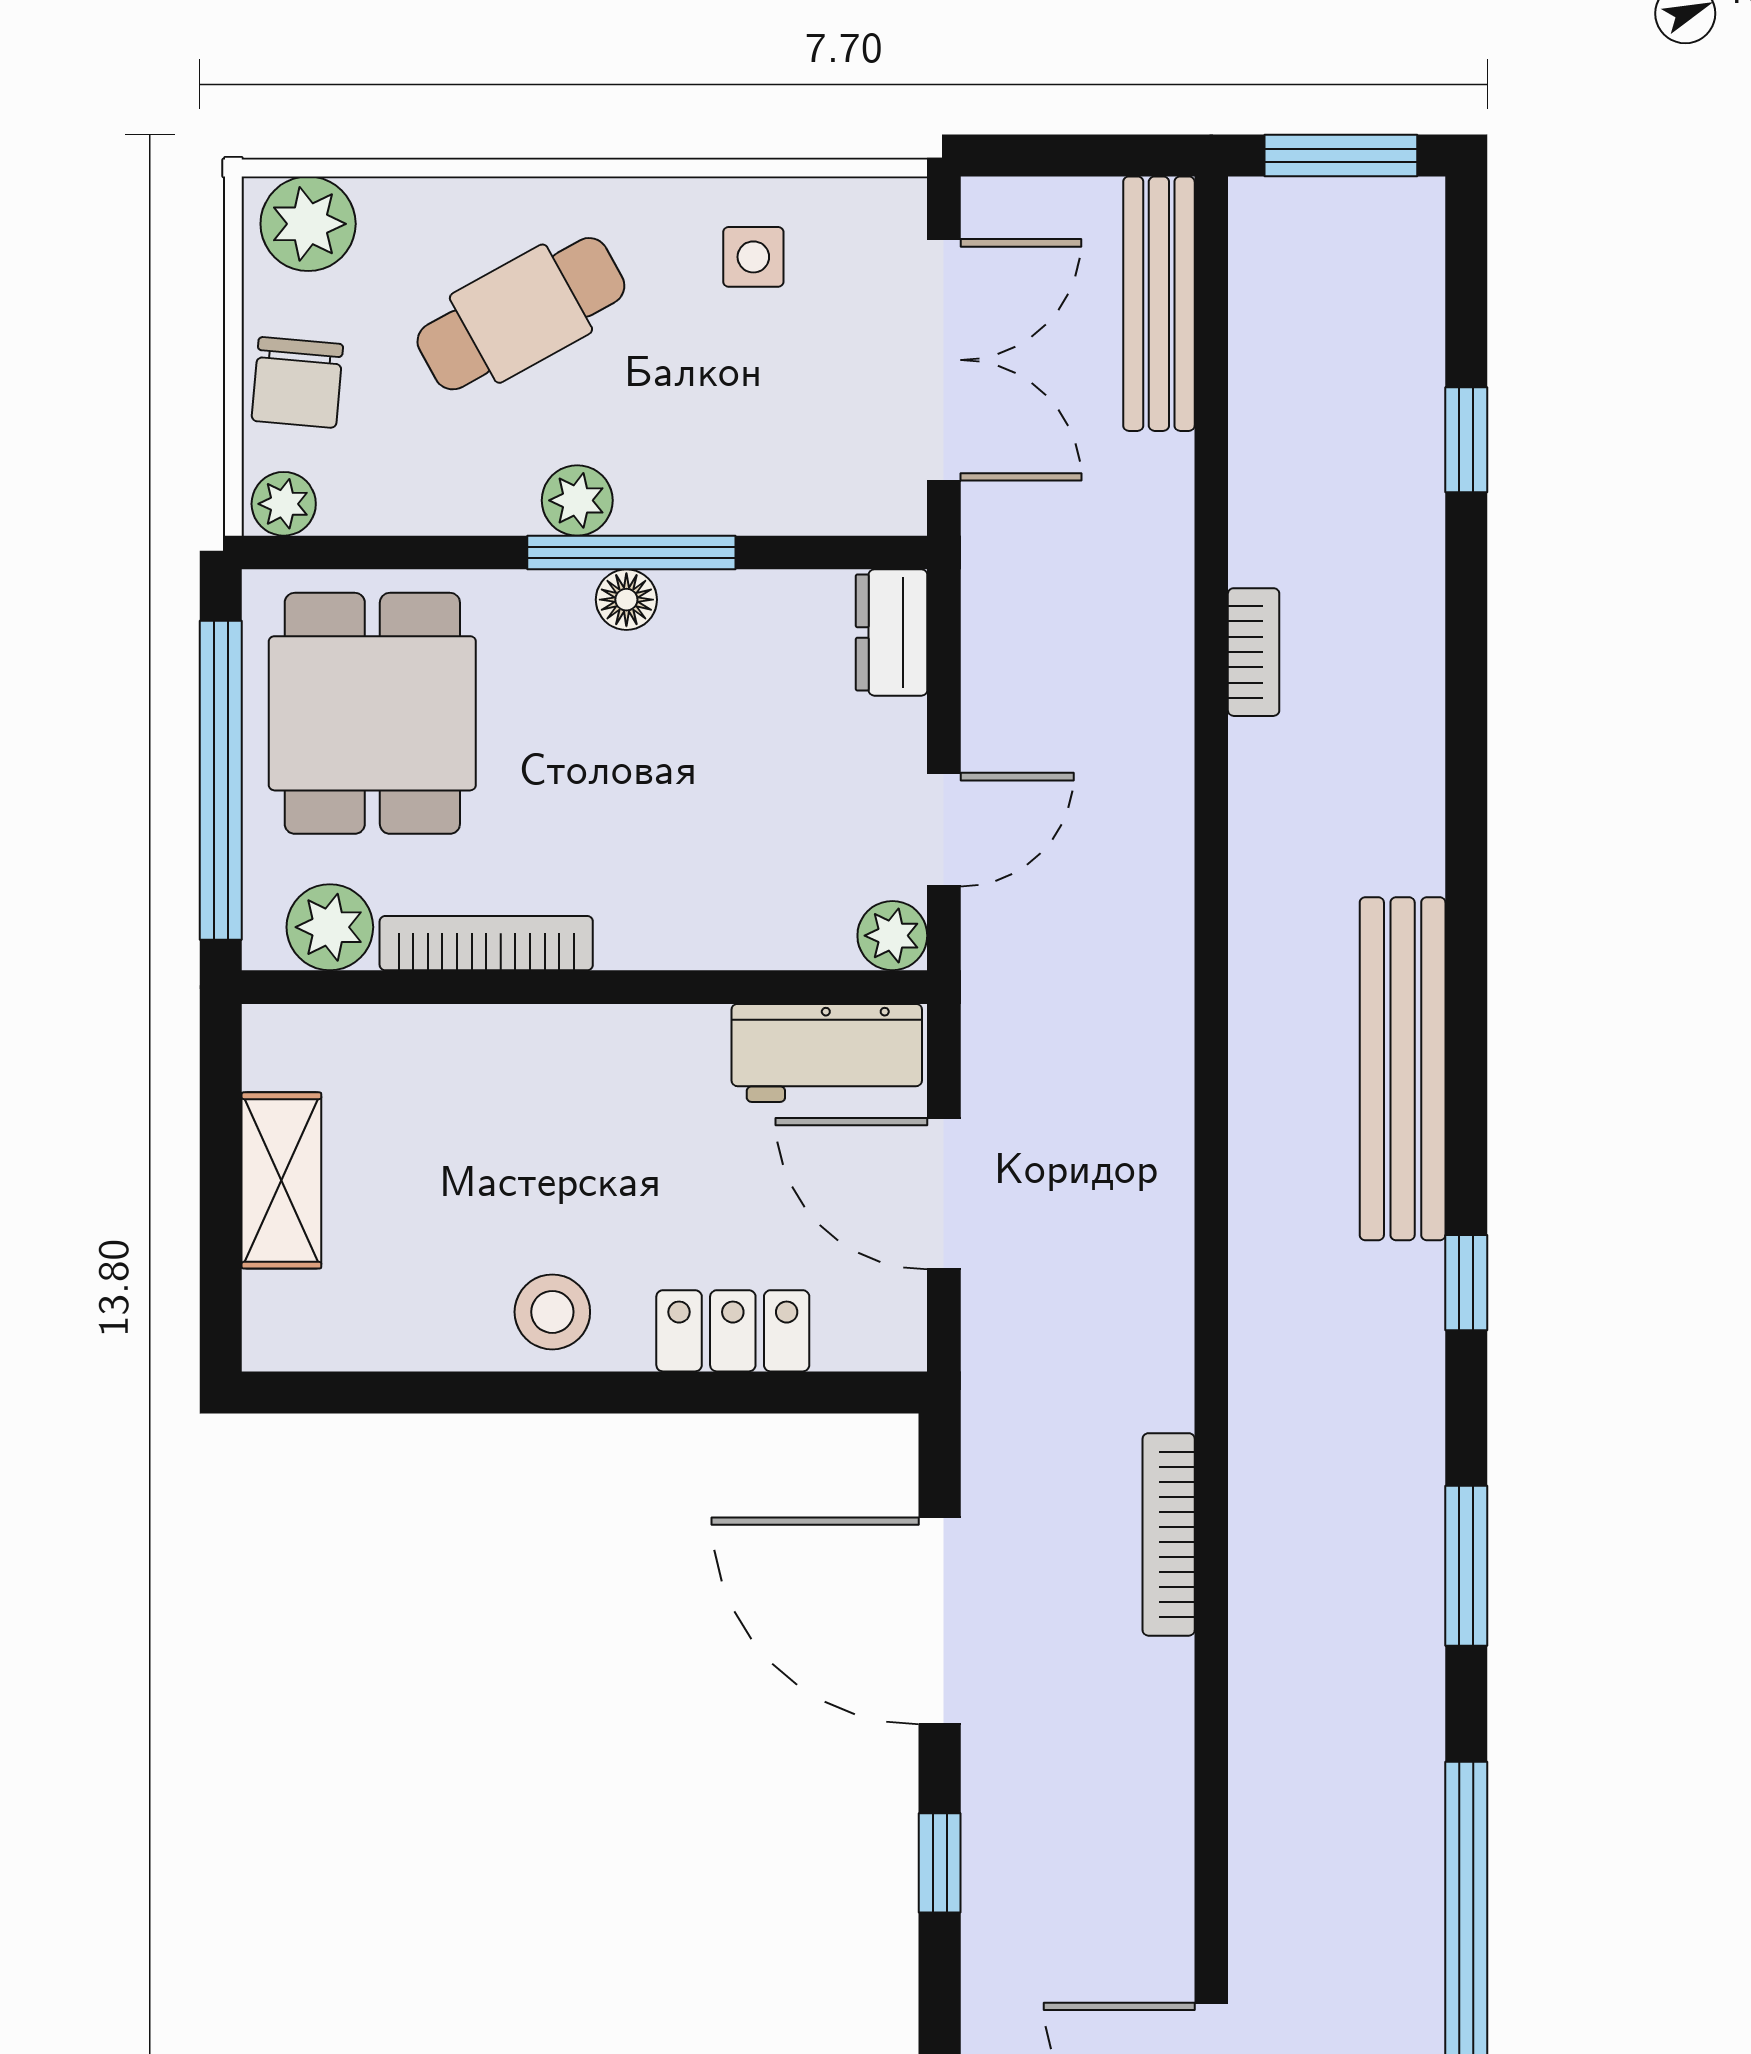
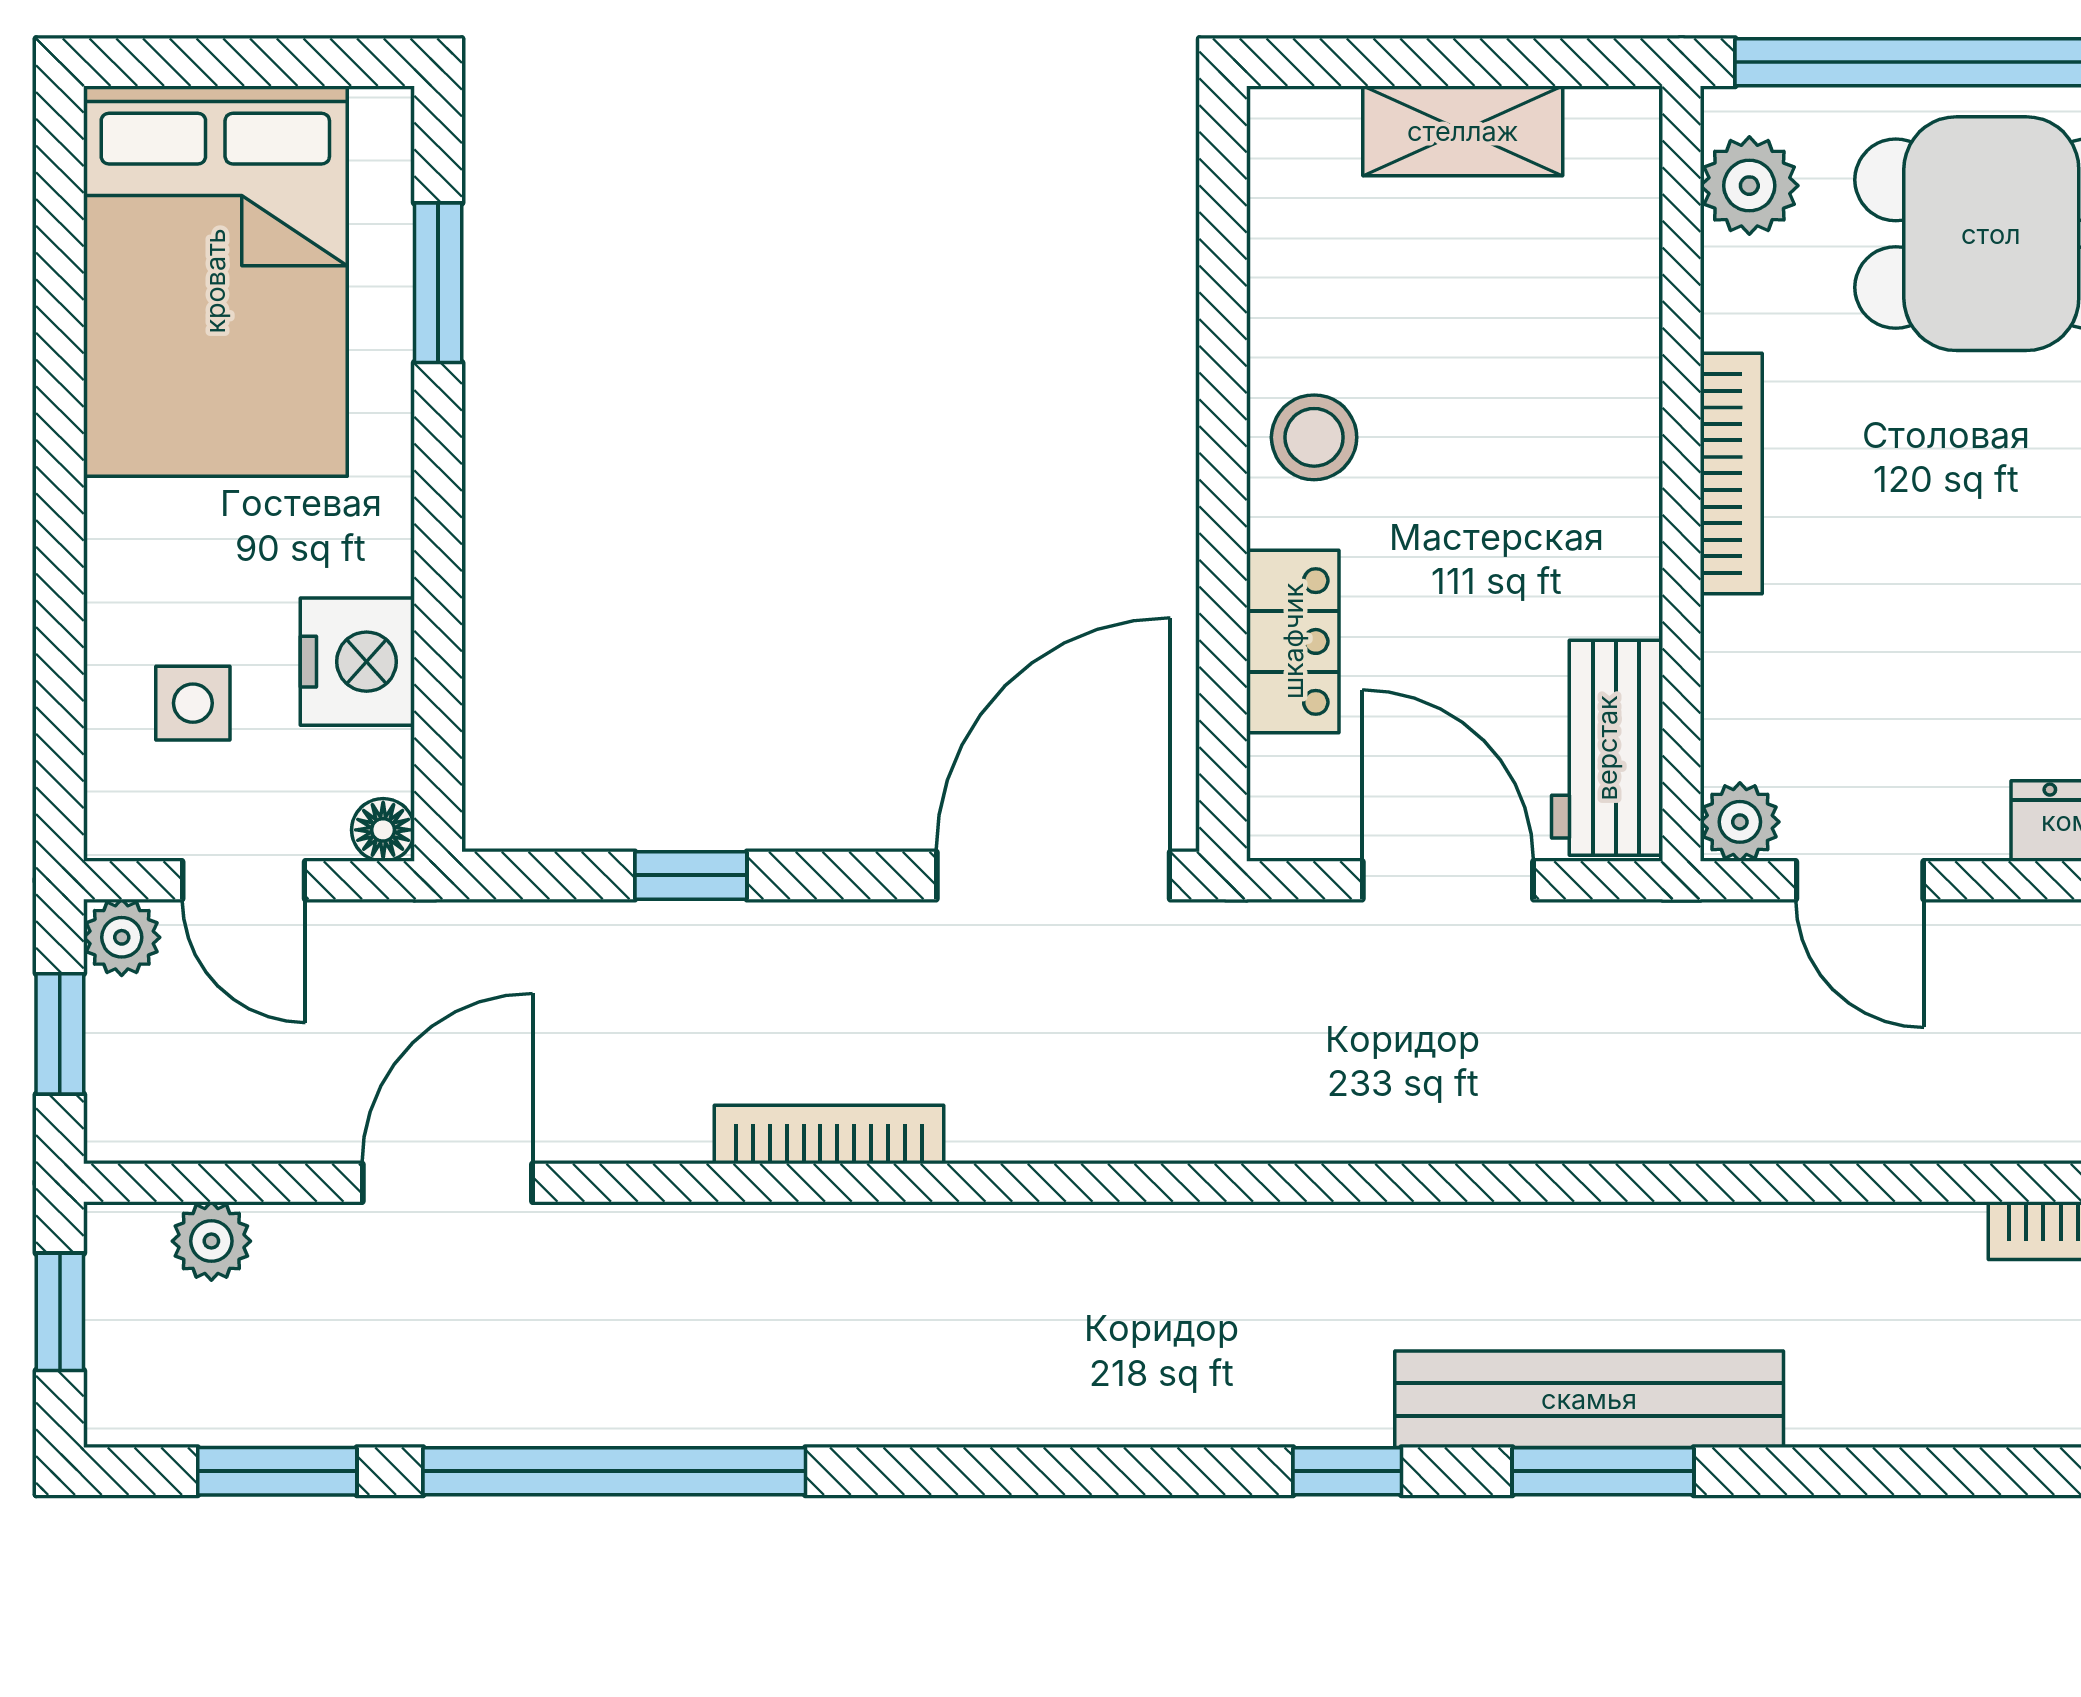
bookcase: (486, 943) -> (1731, 473), moved
door: (944, 1194) -> (1448, 880), hinge flipped
bookcase: (1169, 1534) -> (829, 1135), moved
window: (1466, 1566) -> (1603, 1471), moved
door: (940, 1621) -> (1053, 875), moved

